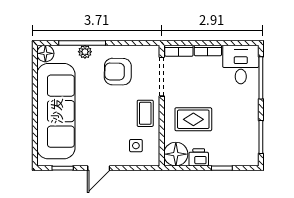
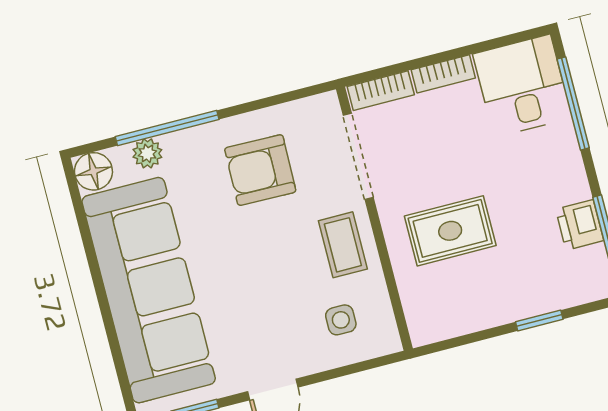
plant: (85, 52) -> (147, 153), moved
floor lamp: (176, 154) -> (432, 316), removed
printer: (199, 157) -> (580, 225), moved, turned -90

